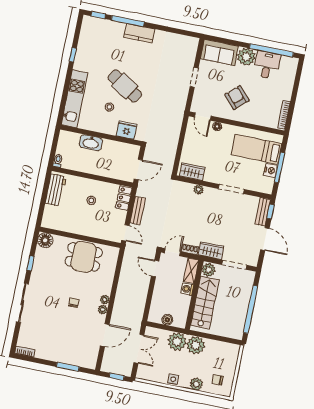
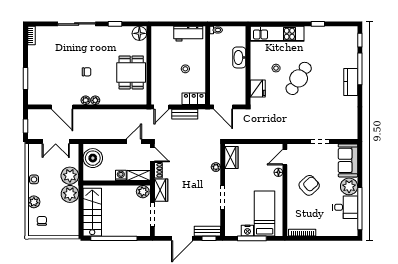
stairs: (205, 303) -> (92, 212), moved, turned -90
boiler: (167, 320) -> (93, 158), width x1.86, depth x1.86

